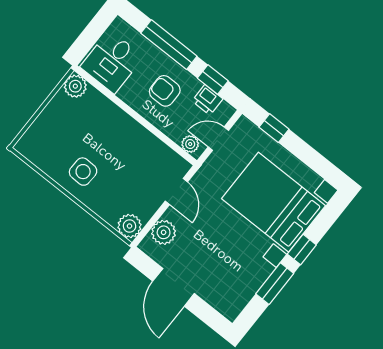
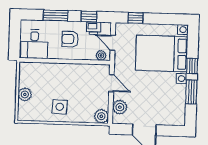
window: (169, 45) -> (56, 15), width x0.69
plant: (75, 86) -> (25, 94), moved
door: (218, 139) -> (113, 43), hinge flipped

